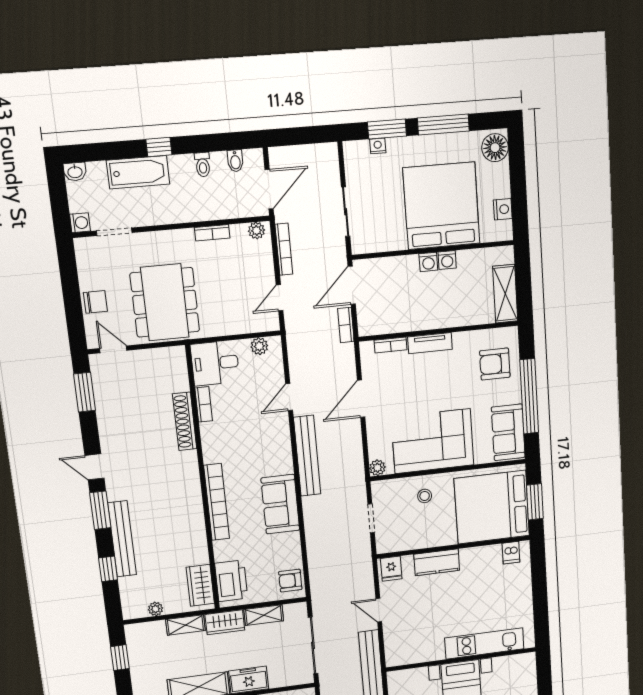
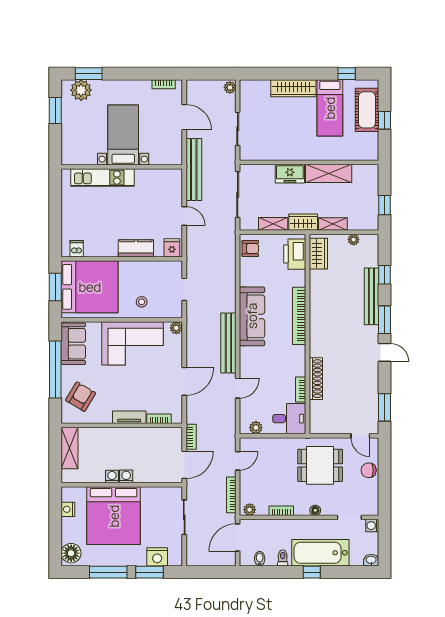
nightstand: (378, 146) -> (157, 557), width x1.89, depth x1.79
bathtub: (138, 172) -> (320, 553), width x1.36, depth x1.36
floor lamp: (164, 238) -> (315, 510), added
dining table: (165, 302) -> (320, 465), width x0.73
armchair: (495, 364) -> (81, 397), turned -59
sofa: (280, 504) -> (252, 316), width x1.36

